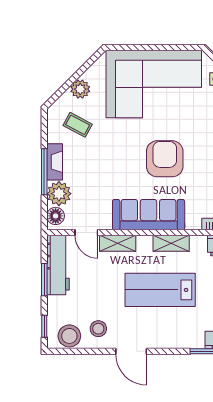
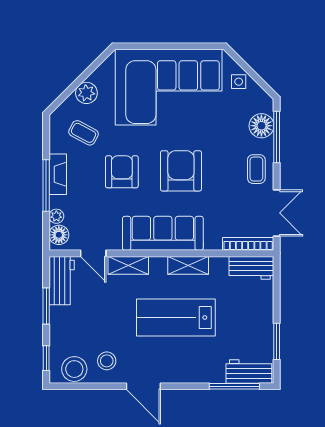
armchair: (112, 160) -> (122, 172), added
plant: (59, 194) -> (56, 216), width x0.53, depth x0.53
workbench: (58, 265) -> (62, 281), width x0.73

